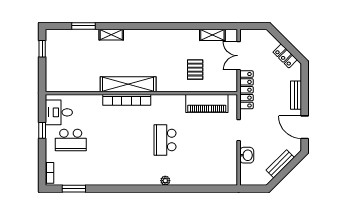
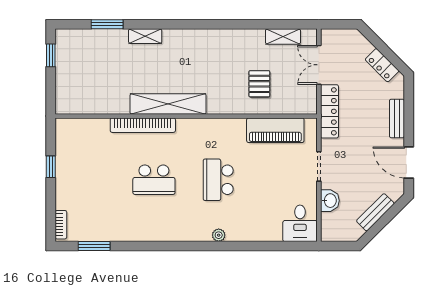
bookcase: (127, 100) -> (143, 125), moved
desk: (59, 112) -> (300, 223), moved, turned -90
school desk: (71, 140) -> (154, 180), moved

